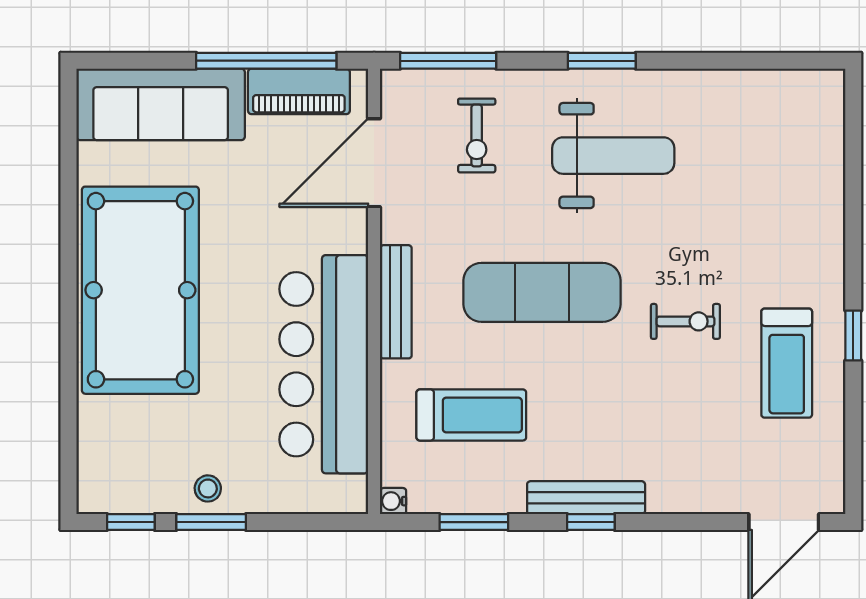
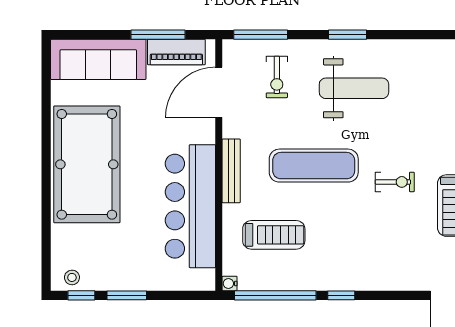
window: (266, 61) -> (158, 35), width x0.68
stool: (208, 488) -> (72, 277), moved
bench: (586, 498) -> (339, 282), removed
window: (474, 522) -> (275, 295), width x2.11

